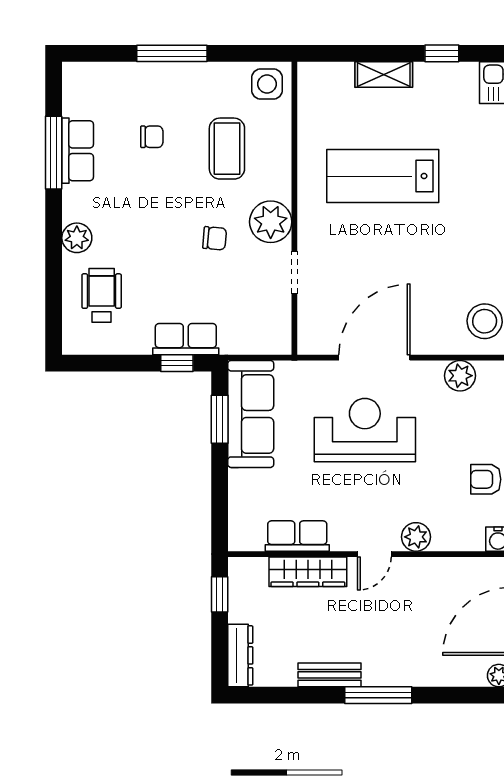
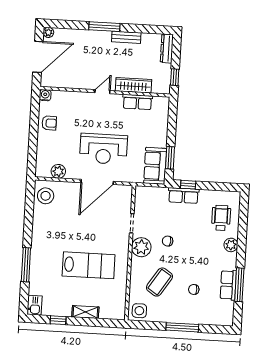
coffee table: (227, 149) -> (159, 282), turned 33
wheelchair: (102, 295) -> (221, 218), turned 180
sofa: (251, 414) -> (155, 166), width x0.73
plant: (416, 537) -> (83, 98), removed

